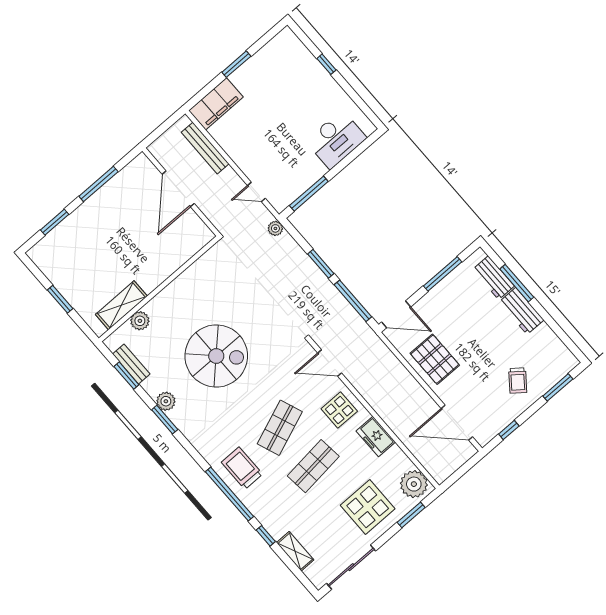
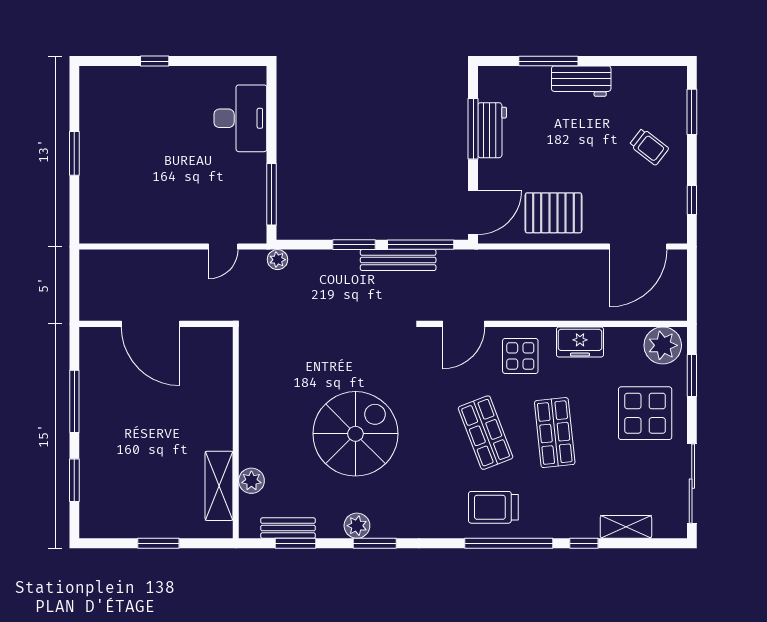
filing cabinet: (216, 104) -> (97, 210), removed
bench: (205, 148) -> (398, 260), moved
workbench: (493, 278) -> (492, 130), moved, turned -90

